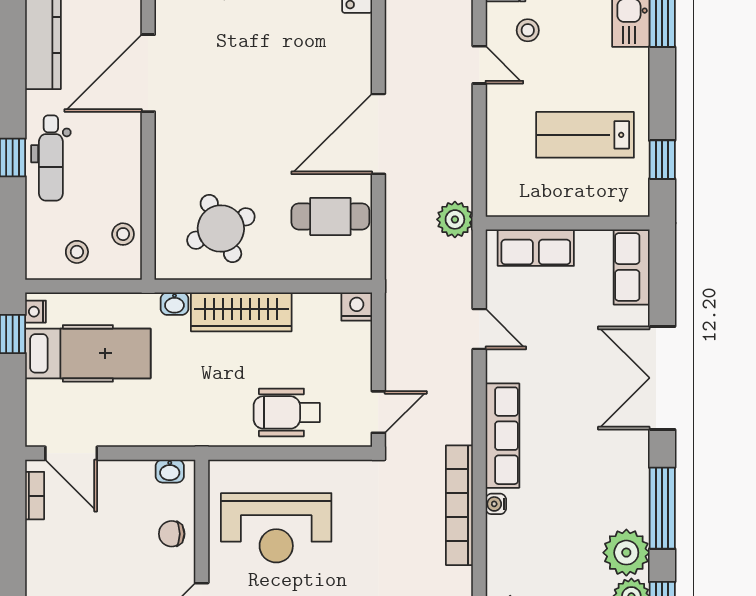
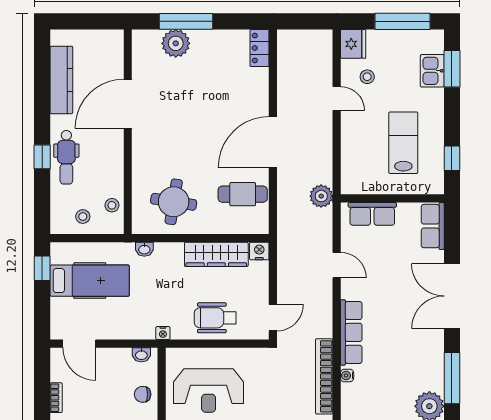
lab bench: (585, 135) -> (403, 143), turned 90
round table: (221, 229) -> (174, 202), turned 34
nightstand: (36, 312) -> (163, 333), moved, turned -90
wardrobe: (241, 312) -> (216, 254), moved
bookcase: (35, 496) -> (56, 398), moved

